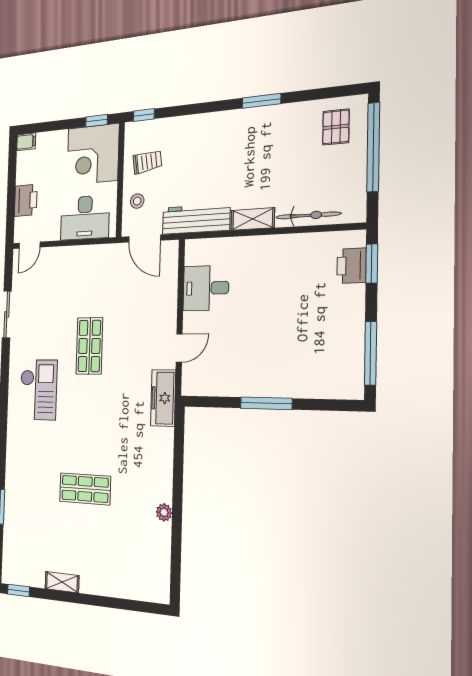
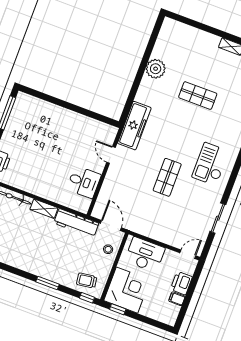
window: (261, 101) -> (47, 283), moved
filing cabinet: (26, 142) -> (177, 299), moved
trolley: (147, 162) -> (87, 281), moved
door: (179, 348) -> (111, 155), hinge flipped
freezer: (163, 398) -> (134, 126), width x1.36, depth x1.26
window: (266, 403) -> (71, 107), removed
plant: (164, 512) -> (156, 69), width x1.88, depth x1.88

